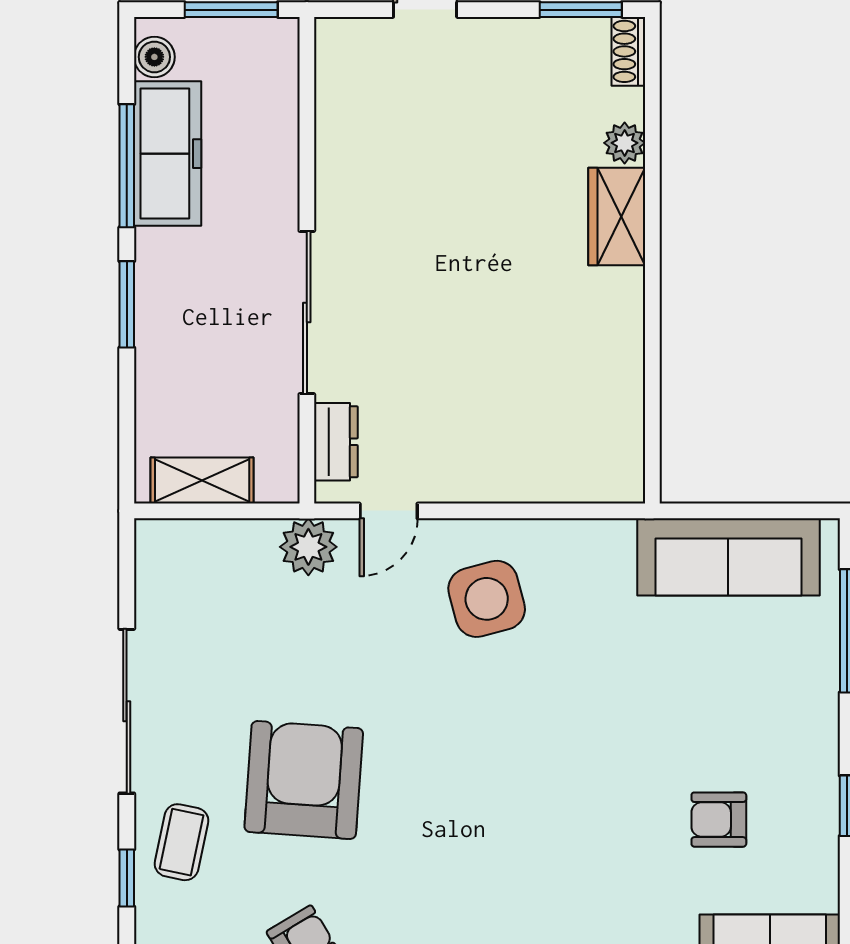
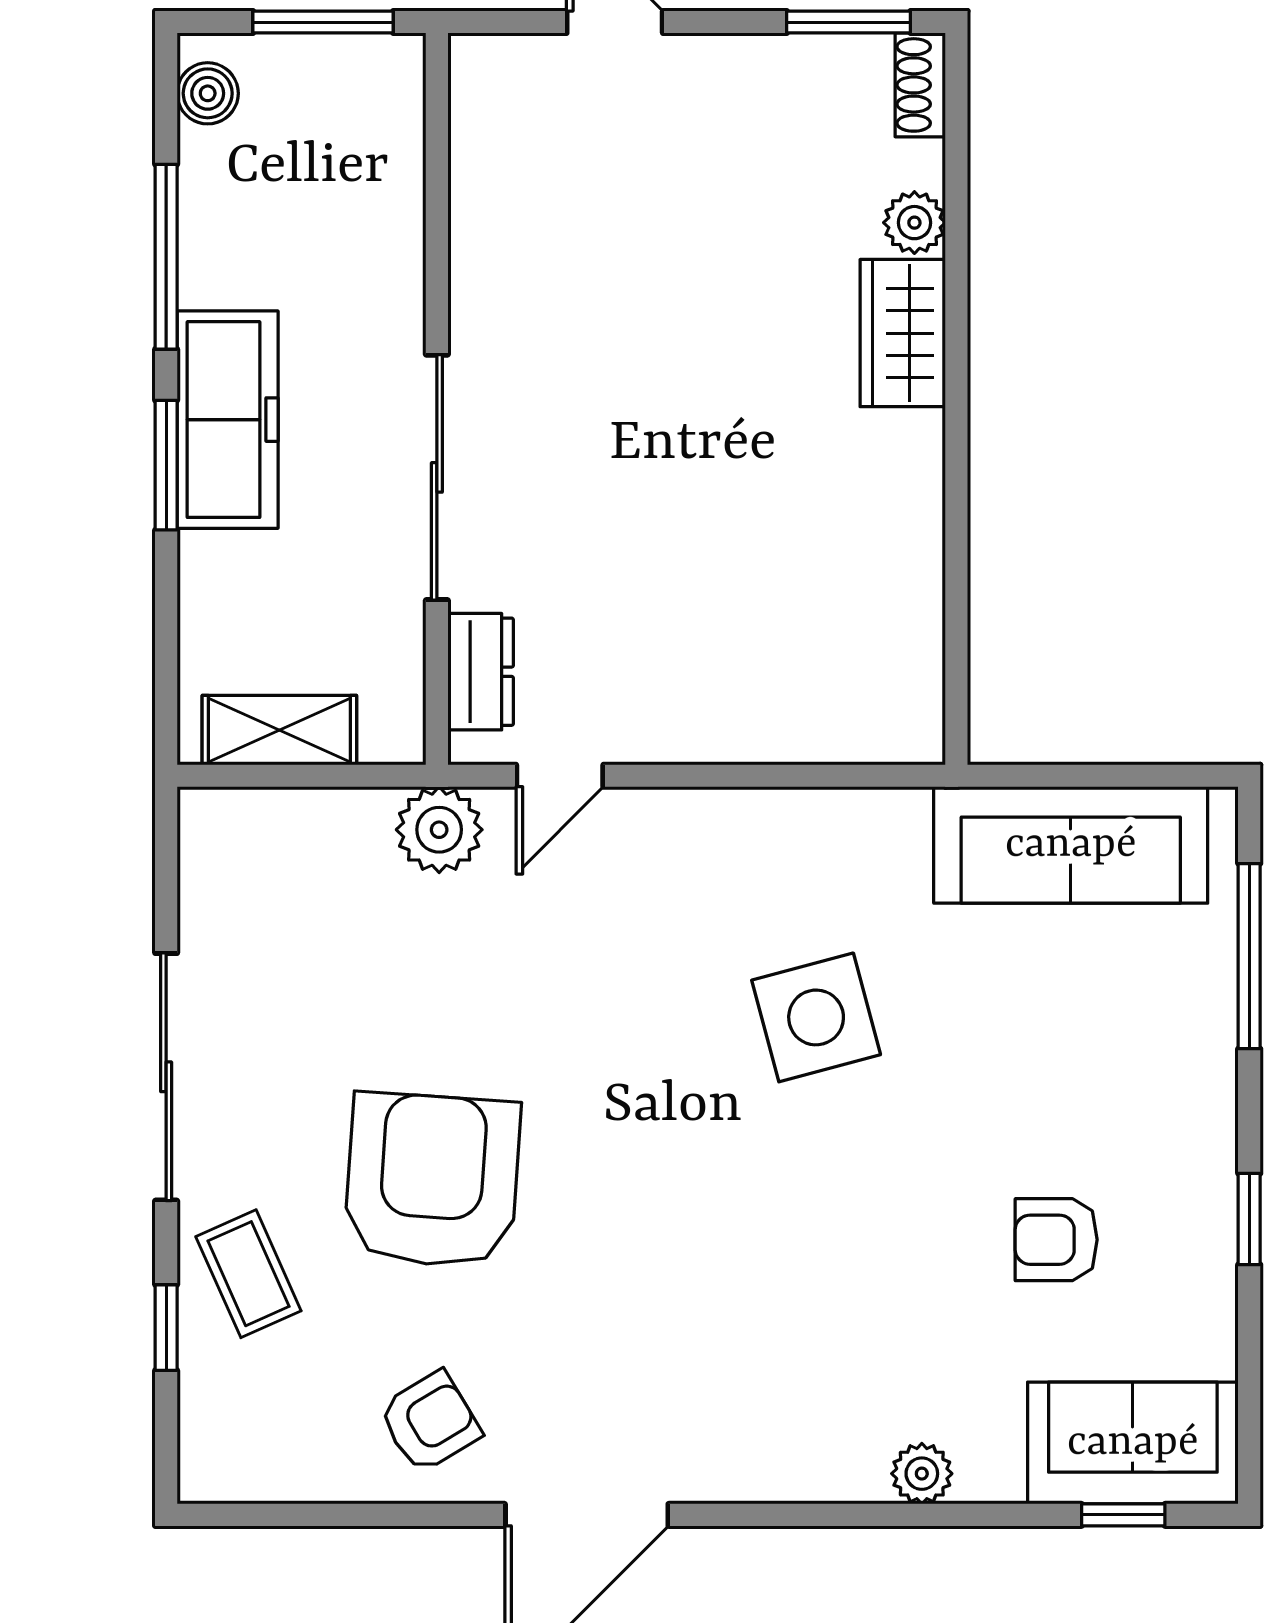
freezer: (168, 154) -> (228, 420), moved
side table: (487, 599) -> (816, 1017), moved
coffee table: (181, 842) -> (248, 1274), turned -36

